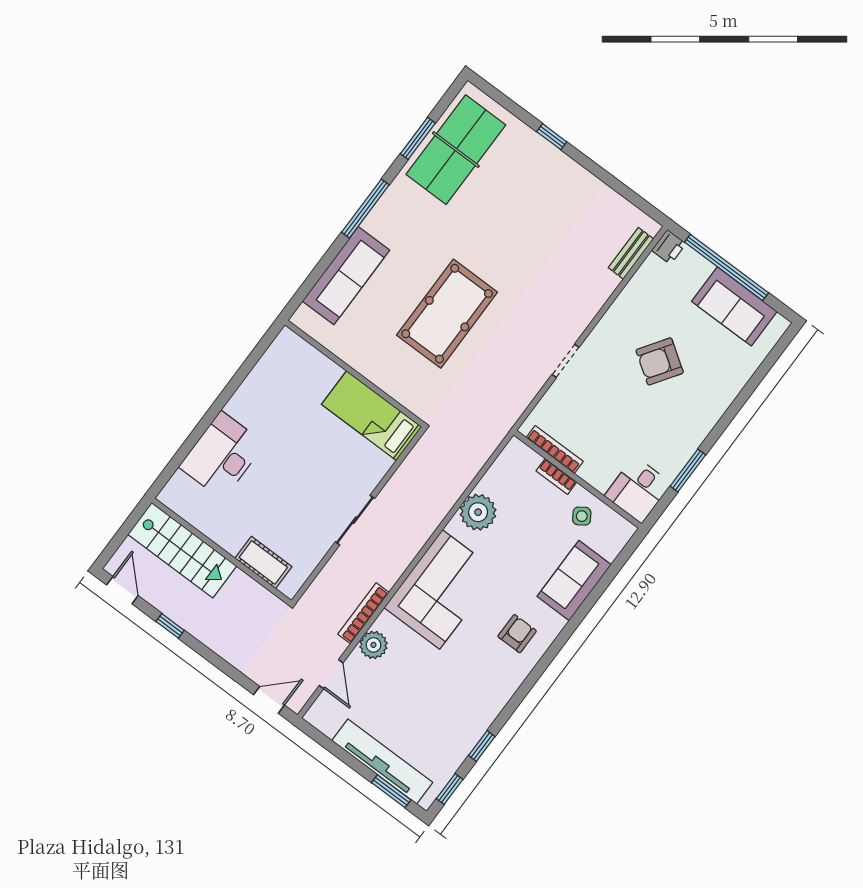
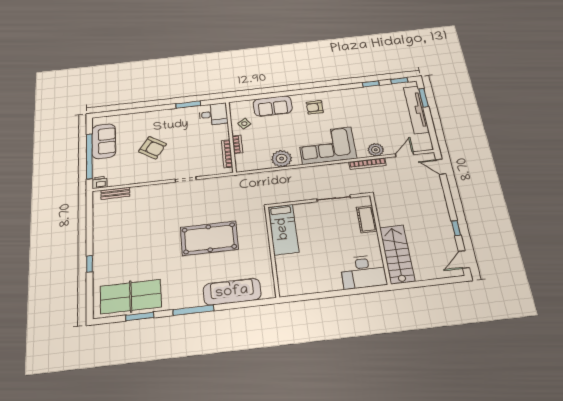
stairs: (182, 550) -> (397, 254), moved
wall: (222, 552) -> (380, 239), moved
cot: (263, 562) -> (367, 219), moved

